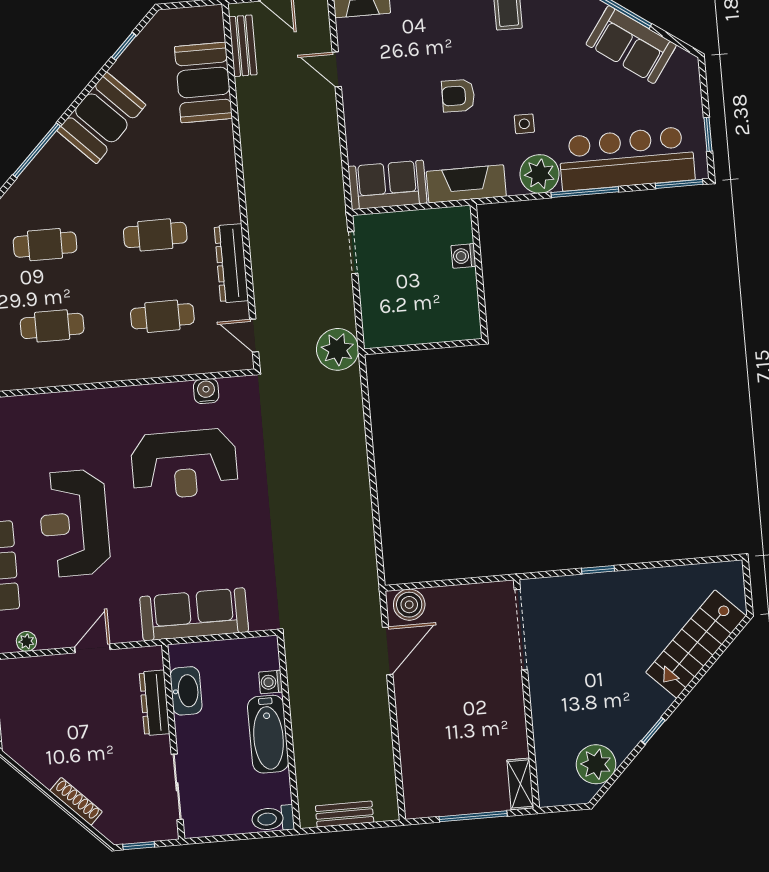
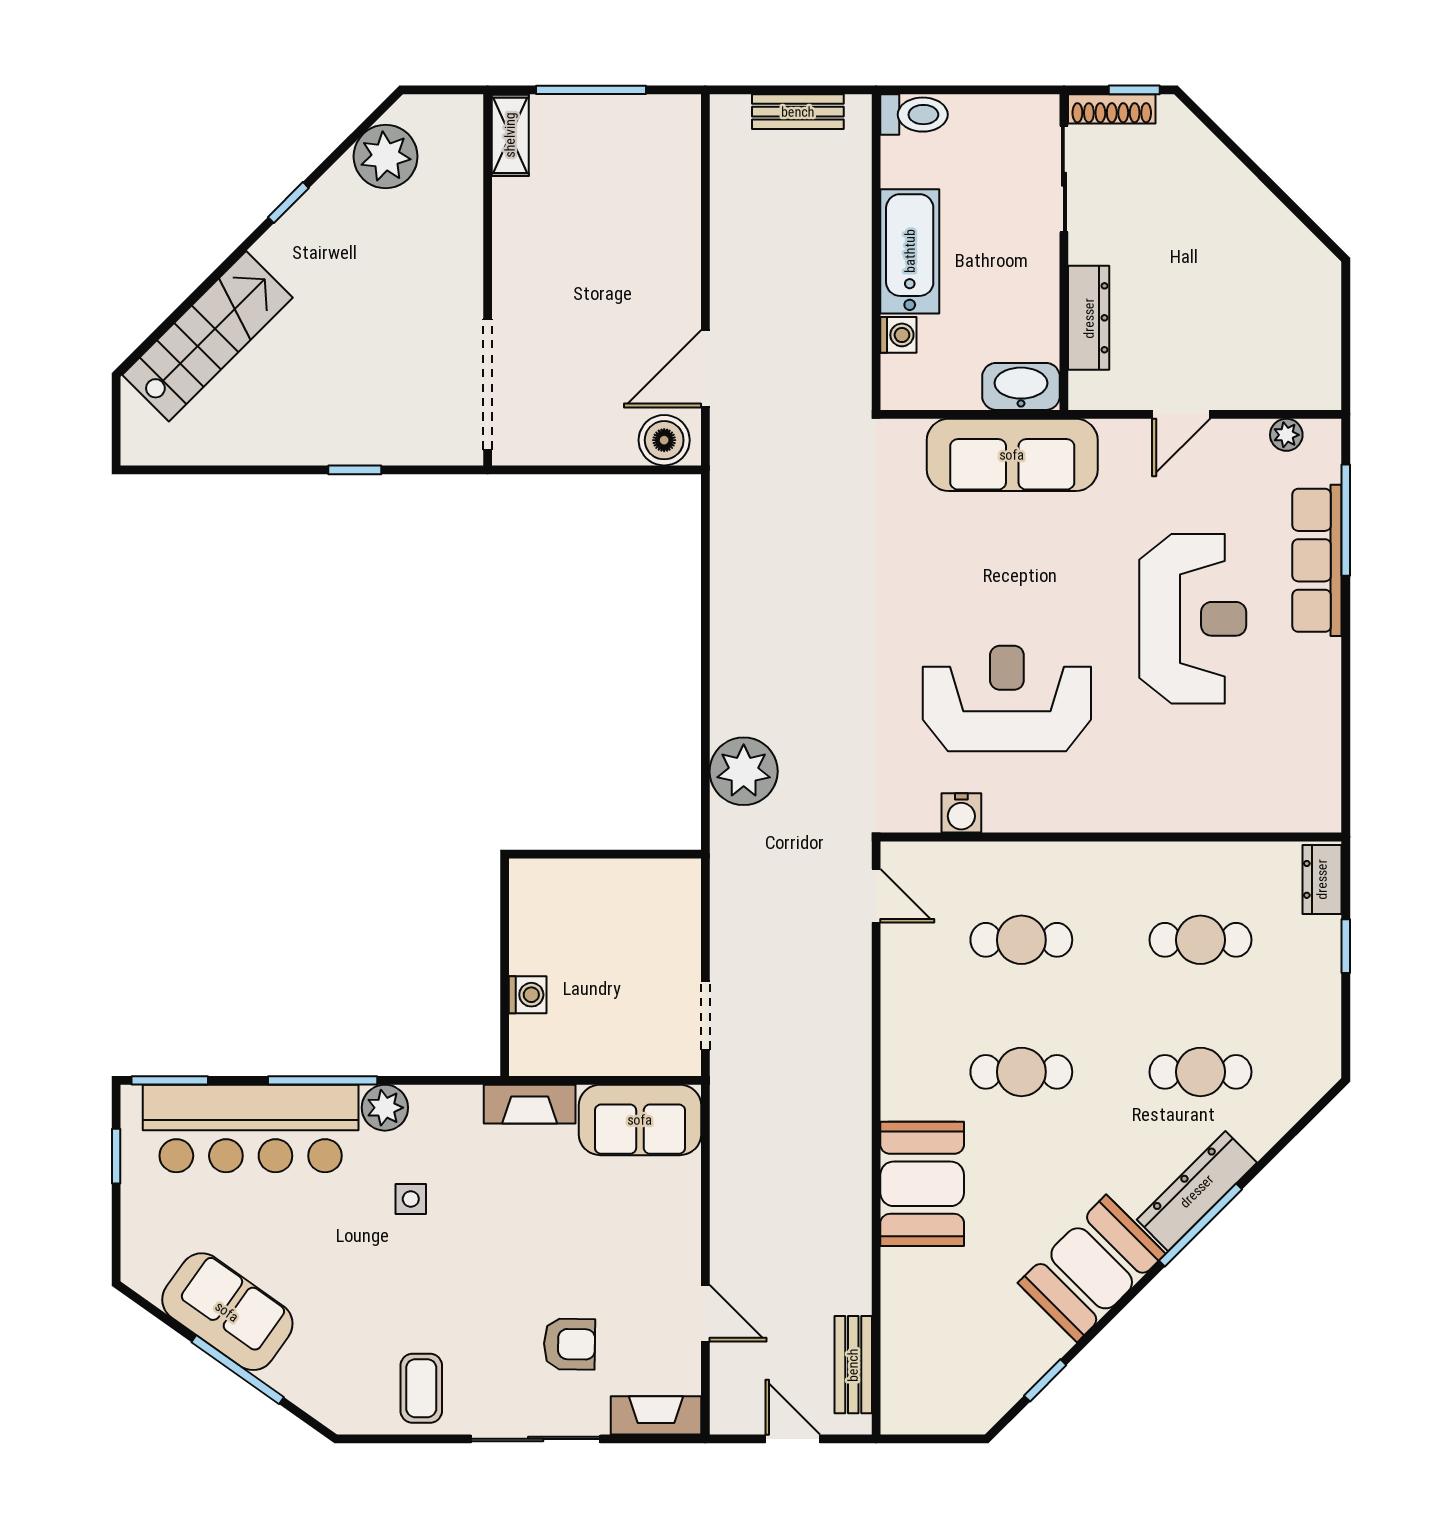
booth: (203, 82) -> (922, 1184), moved
armchair: (458, 96) -> (569, 1344), moved
plant: (540, 174) -> (385, 1108), width x0.73, depth x0.73
fireplace: (466, 184) -> (530, 1104), width x0.73, depth x0.76
dresser: (231, 263) -> (1197, 1191), moved, turned -135
plant: (338, 349) -> (744, 771), moved
washbasin: (186, 691) -> (1021, 386), moved, turned 90
shoe rack: (76, 801) -> (1112, 109), moved, turned -45

